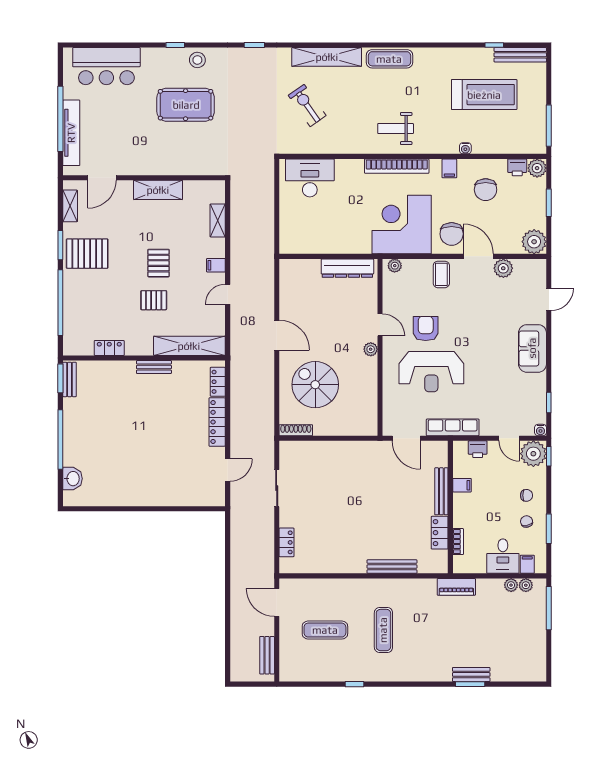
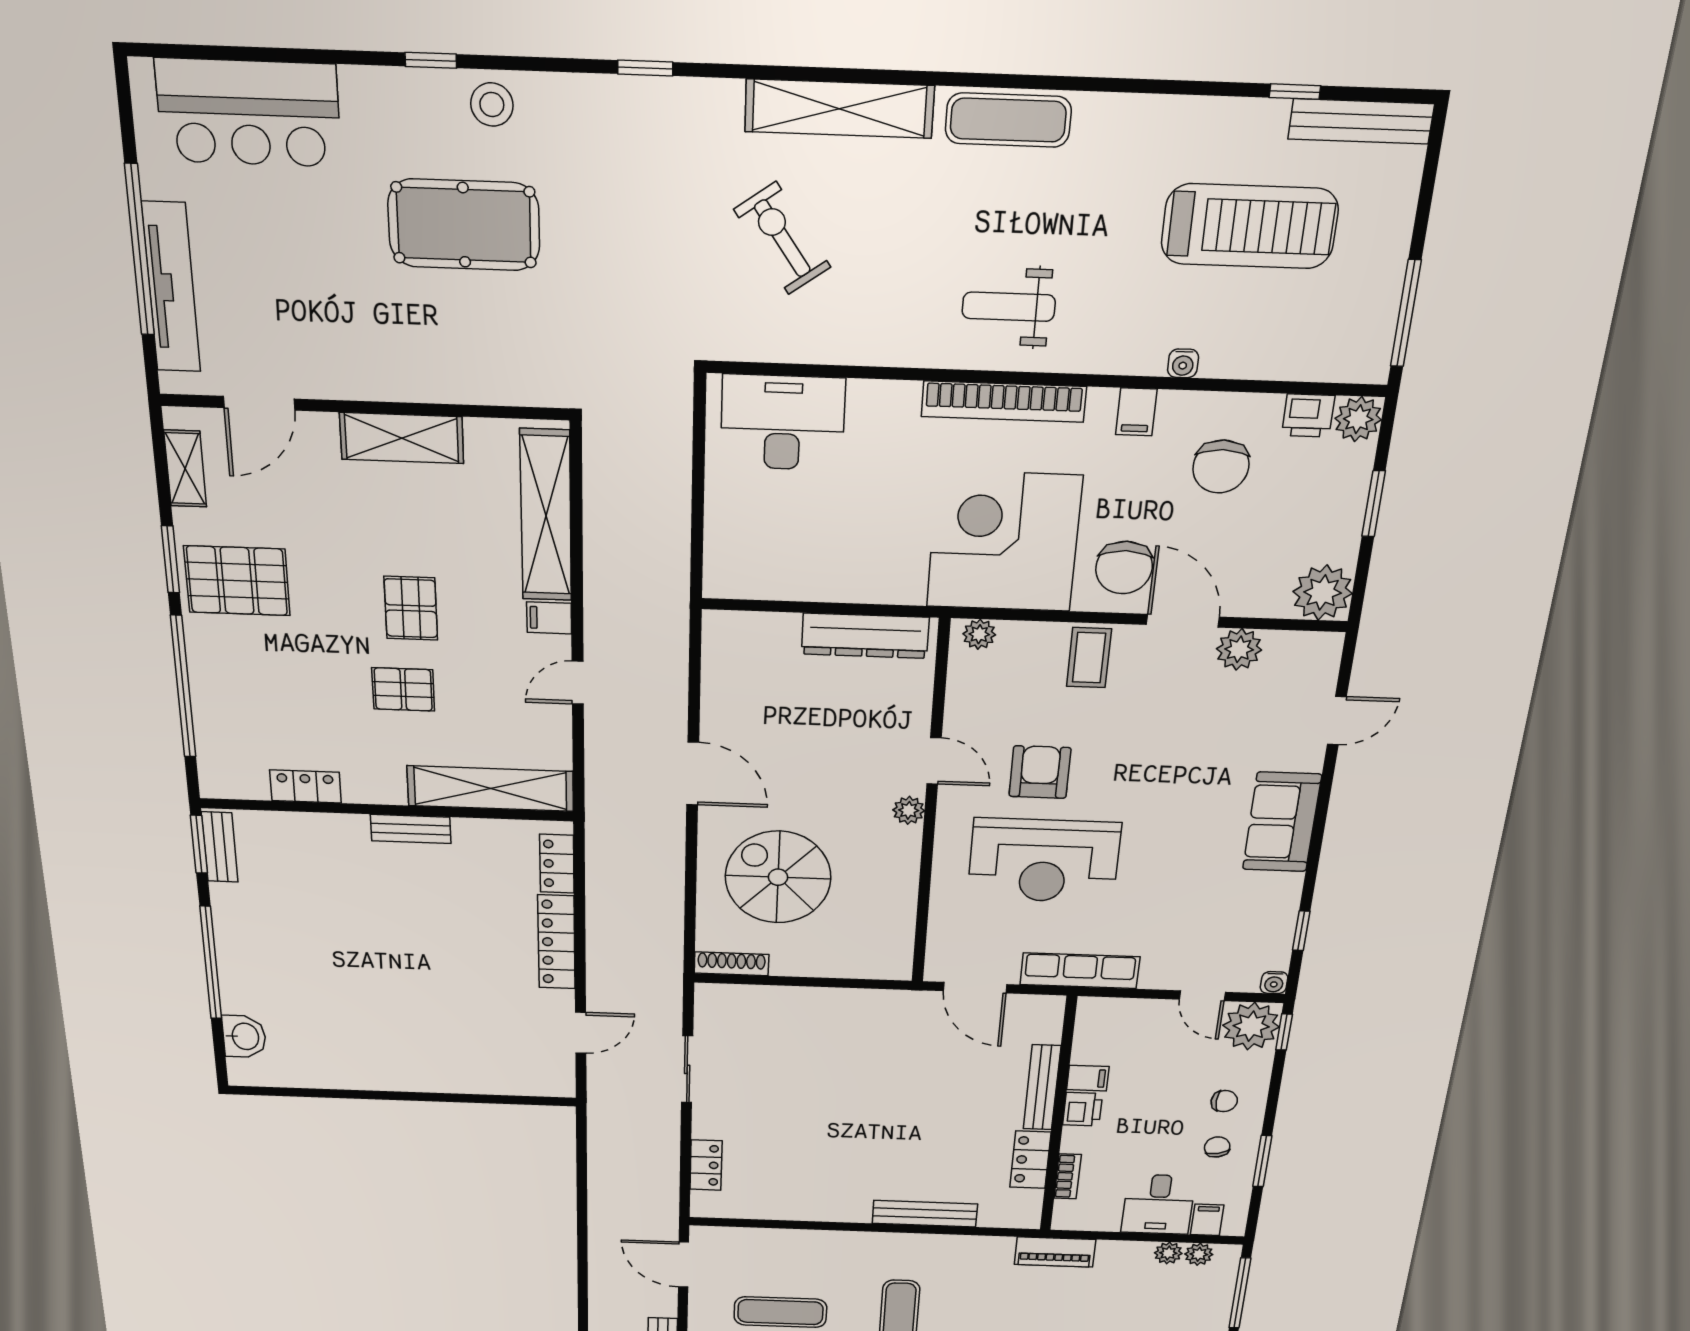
shelving: (218, 220) -> (546, 516), width x2.20, depth x1.33
printer: (478, 449) -> (1083, 1109), moved, turned -90

